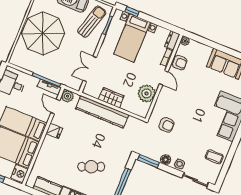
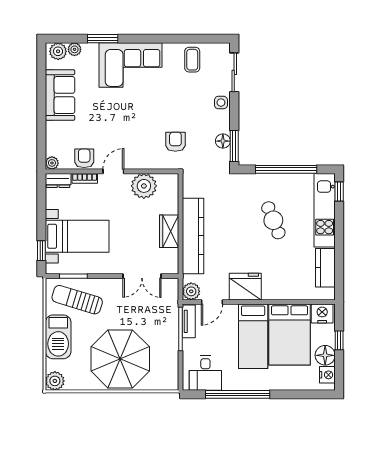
fridge: (54, 131) -> (245, 287), width x1.88, depth x1.34
floor lamp: (166, 160) -> (223, 141), moved

